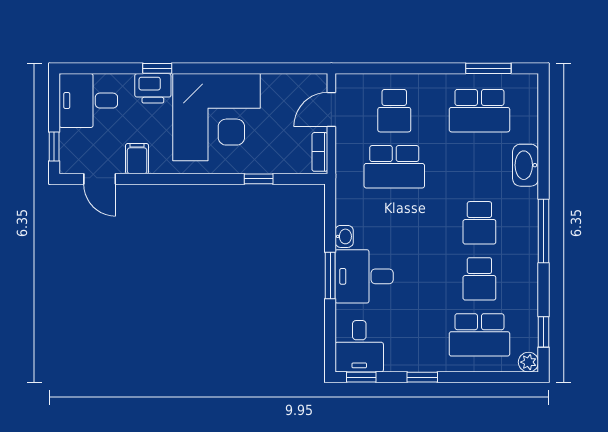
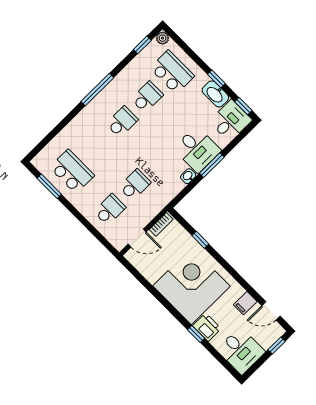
washbasin: (526, 165) -> (215, 94), moved, turned 90
school desk: (394, 167) -> (135, 185), width x0.54
door: (100, 179) -> (271, 311), swing flipped

